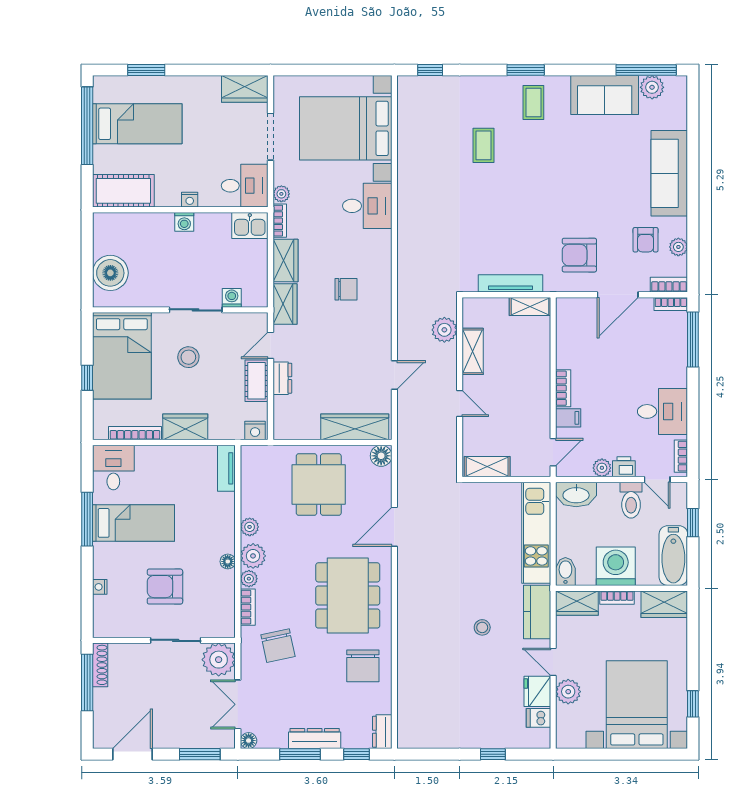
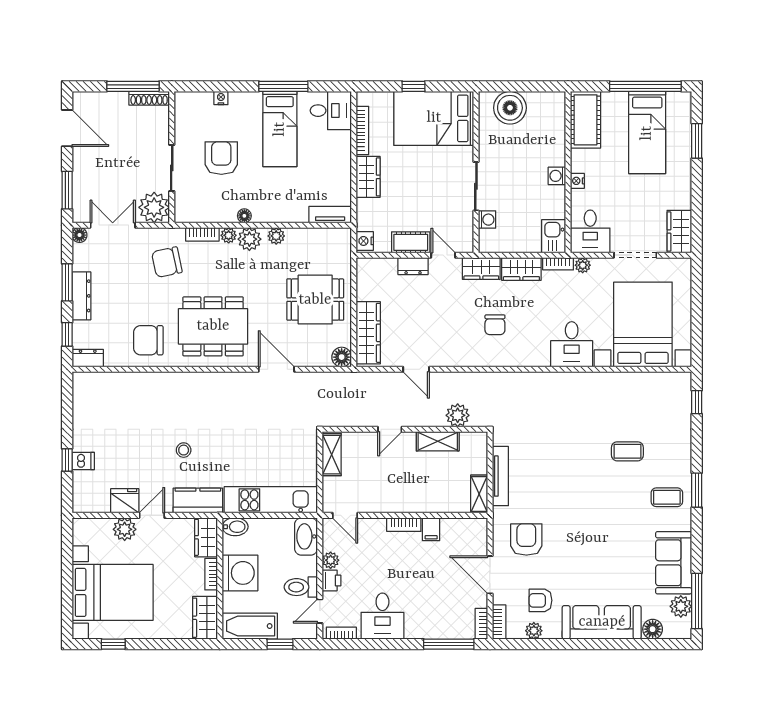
floor lamp: (677, 118) -> (653, 629), added
stool: (188, 357) -> (432, 180), removed
filing cabinet: (568, 418) -> (431, 529), moved
dishwasher: (538, 718) -> (83, 461), moved, turned 90

